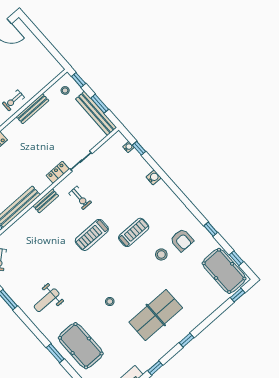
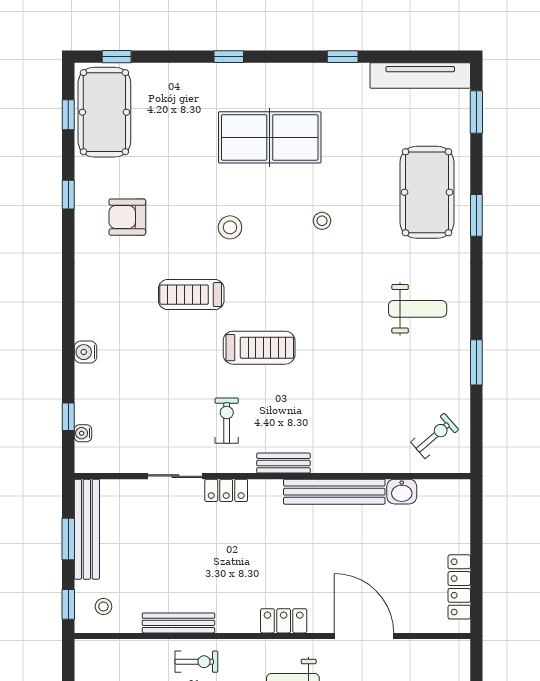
armchair: (182, 240) -> (127, 217), turned -90
stool: (161, 254) -> (230, 227), moved
window: (187, 340) -> (229, 57), moved

